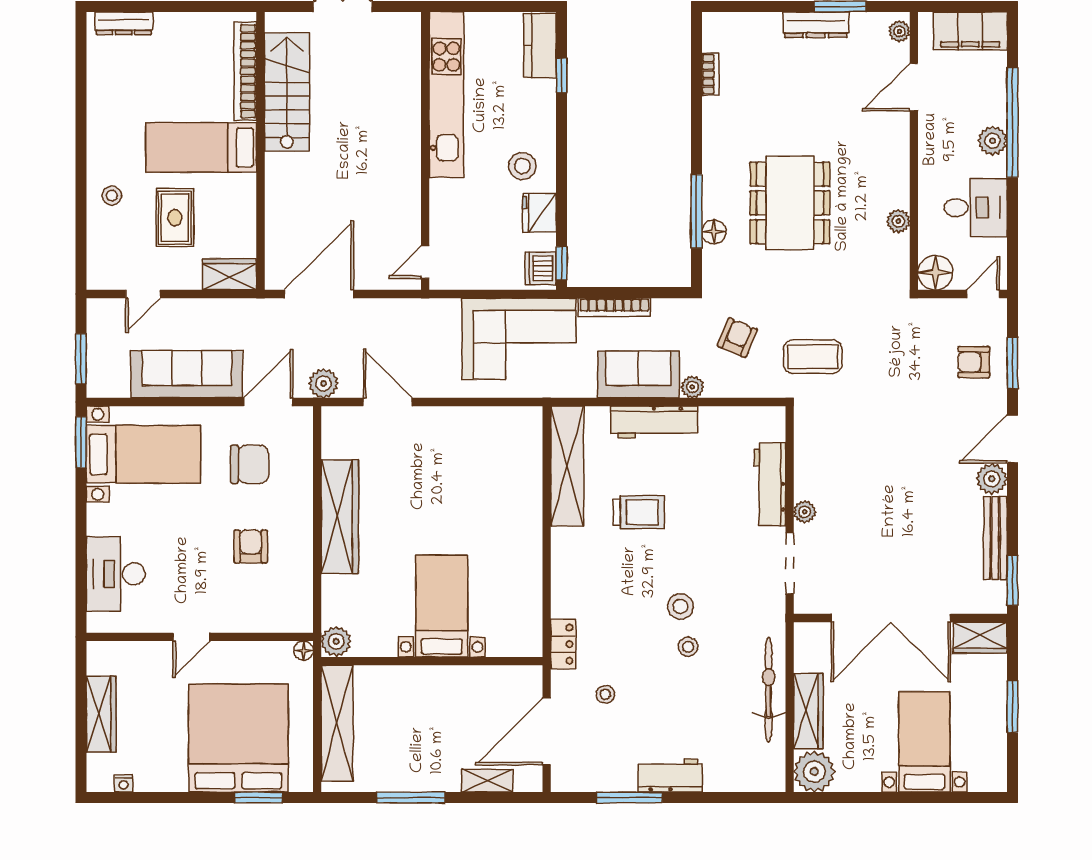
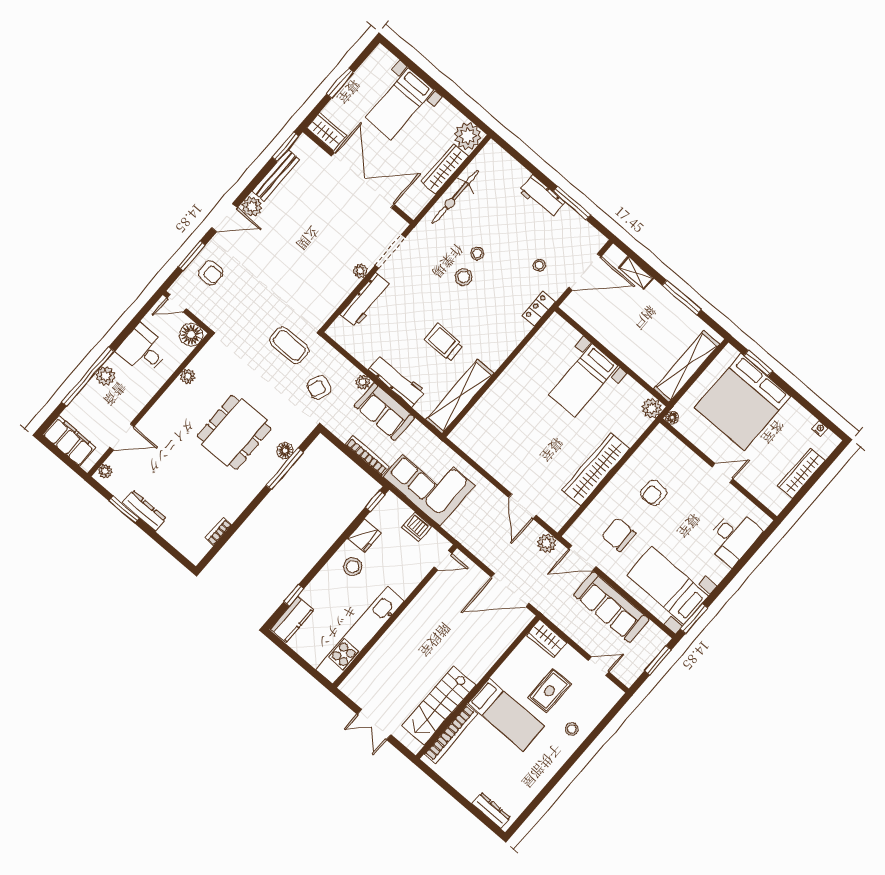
dishwasher: (541, 268) -> (417, 527), moved, turned 90

